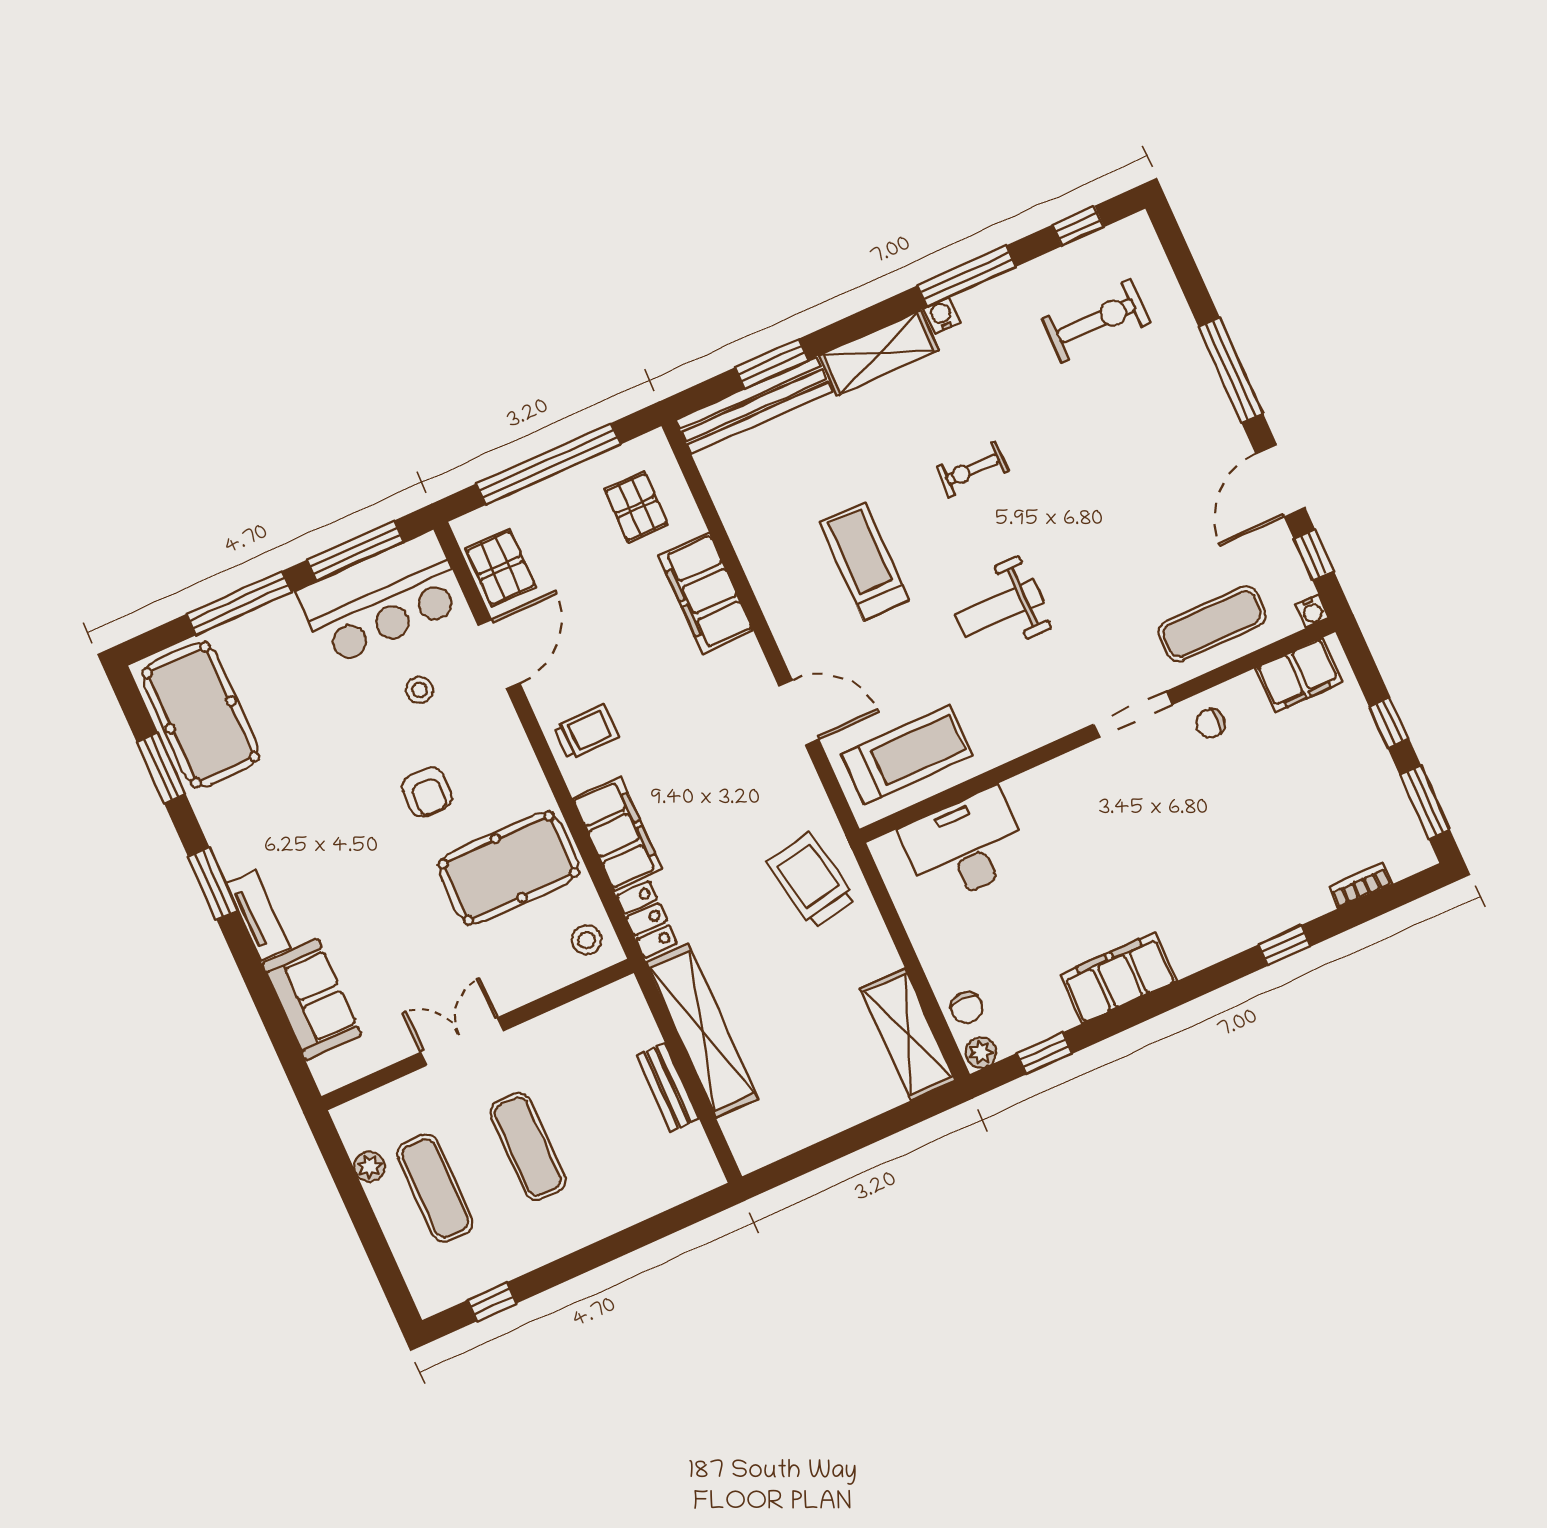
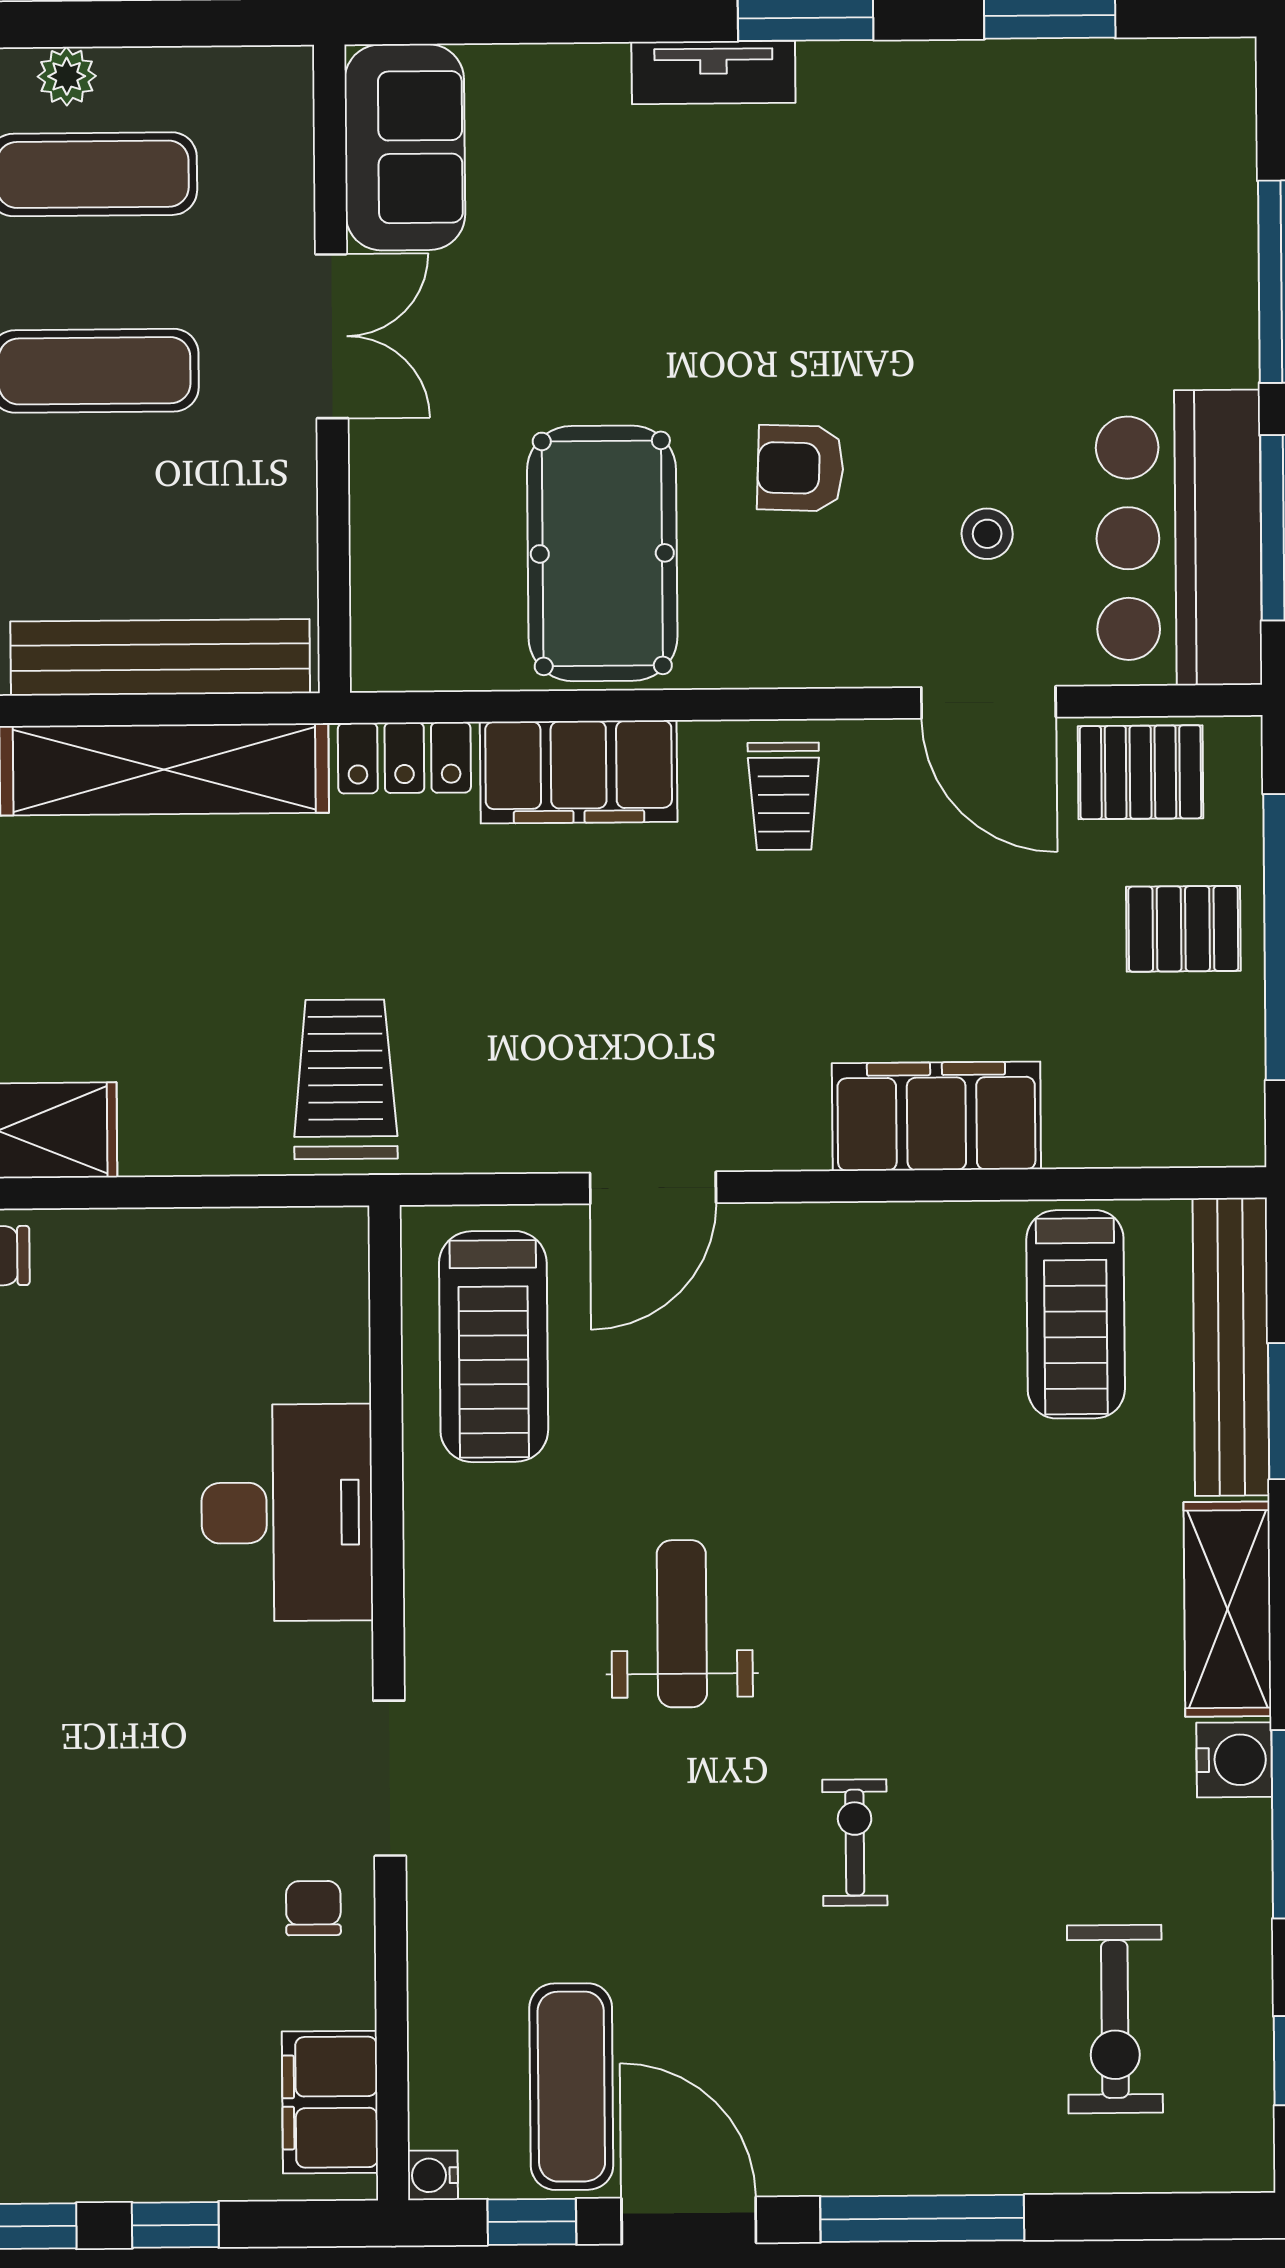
water cooler: (942, 315) -> (1234, 1760), width x1.38, depth x1.38
exercise bike: (973, 469) -> (855, 1843), moved
pallet: (636, 507) -> (1183, 929), moved
treadmill: (864, 561) -> (1076, 1314), moved, turned 90
exercise mat: (1212, 624) -> (571, 2087), moved
pool table: (201, 715) -> (1113, 127), removed
desk: (965, 846) -> (287, 1513), moved
trolley: (811, 880) -> (345, 1079), turned -79
stool: (586, 940) -> (415, 635), removed
sofa: (312, 1000) -> (405, 147), moved, turned -90
bench: (668, 1087) -> (160, 657), width x1.86, depth x1.21
plant: (370, 1166) -> (67, 76), moved

